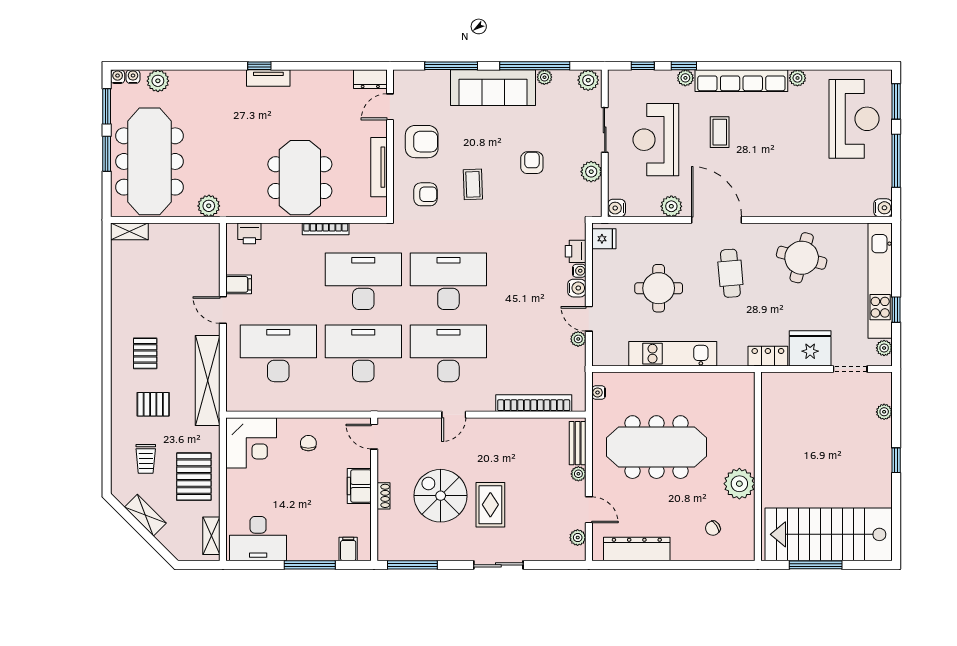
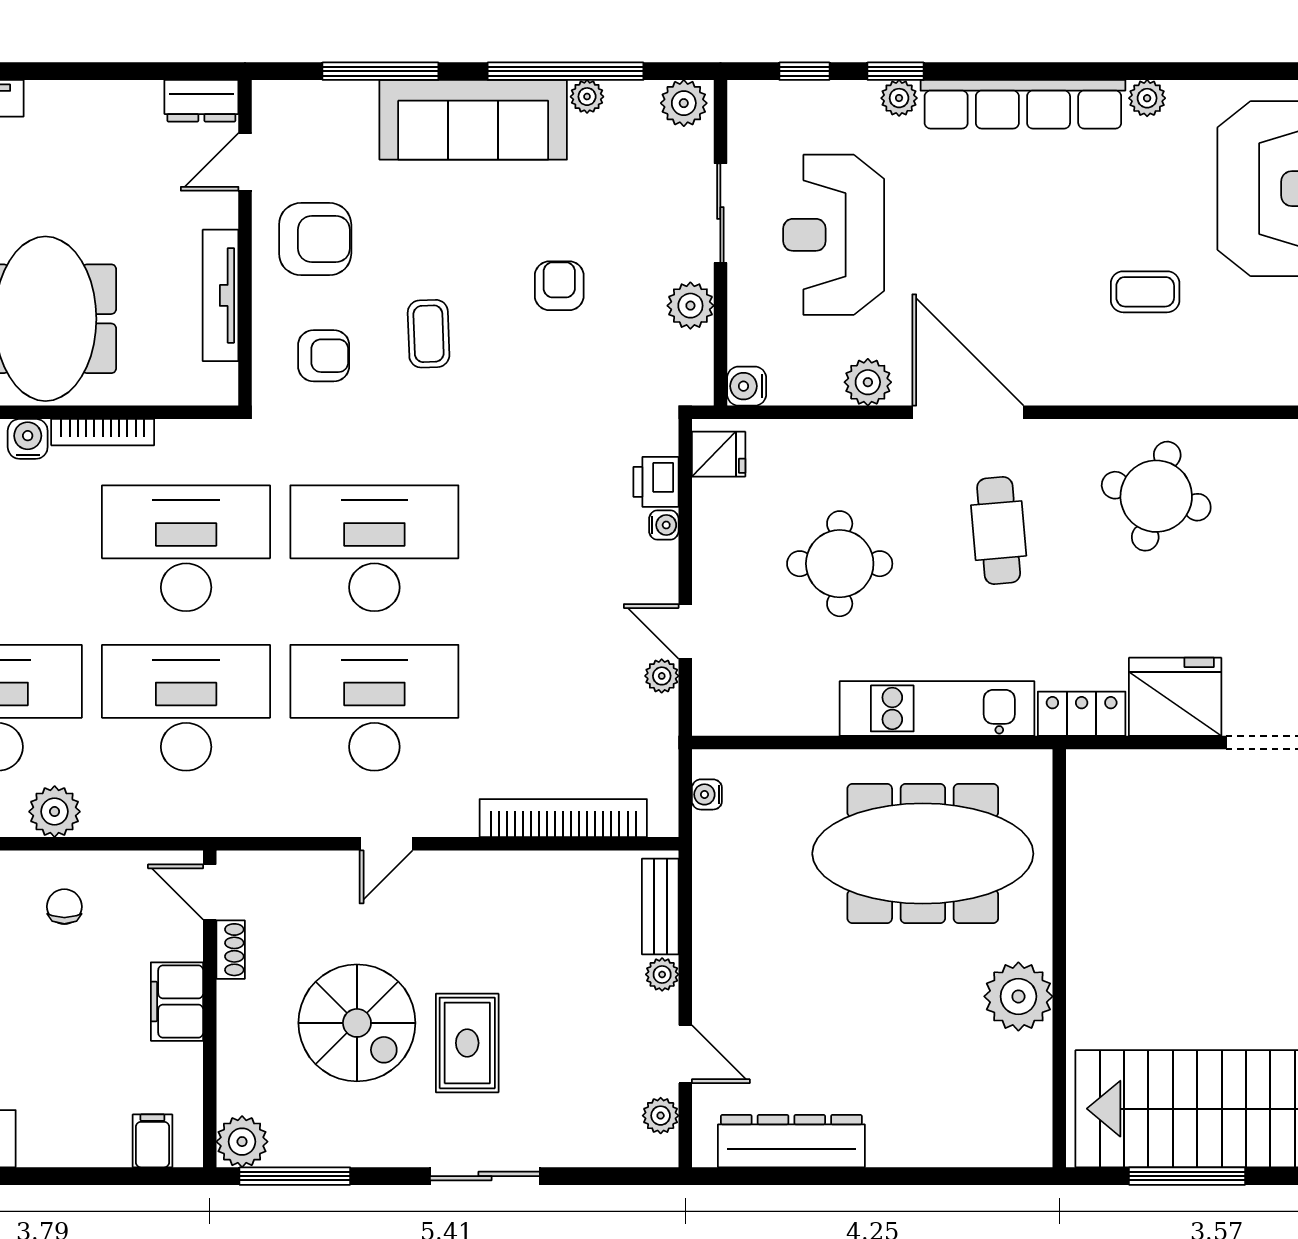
coffee table: (720, 132) -> (1145, 292), moved, turned 90
water cooler: (577, 288) -> (28, 439), moved, turned -90
kitchen unit: (673, 354) -> (937, 708), moved
plant: (304, 400) -> (55, 812), added
meeting table: (657, 447) -> (923, 854), moved
shoe rack: (383, 496) -> (231, 950), moved
spiral stairs: (441, 496) -> (357, 1023), turned 180
chair: (713, 528) -> (960, 1095), removed
plant: (389, 549) -> (242, 1142), added
window: (310, 565) -> (67, 1176), removed

